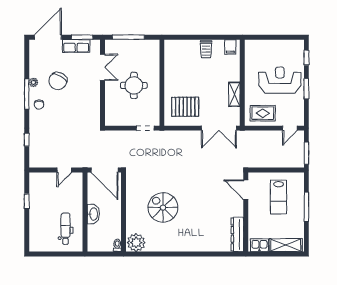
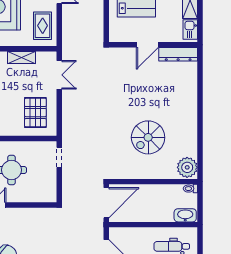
double door: (219, 128) -> (59, 75), width x0.73
door: (246, 190) -> (147, 45), moved
washbasin: (93, 214) -> (185, 215), moved

